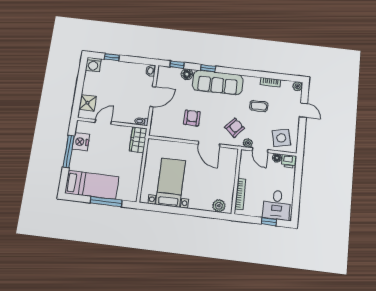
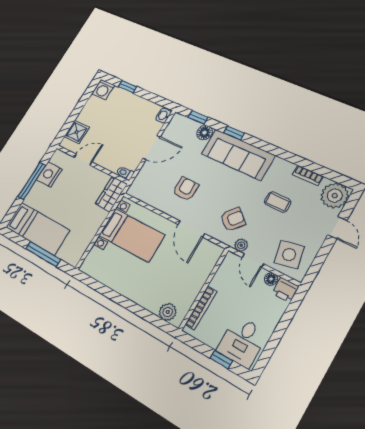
plant: (298, 86) -> (335, 196), width x1.88, depth x1.88
bed with nightstands: (171, 182) -> (132, 235), moved, turned 90

